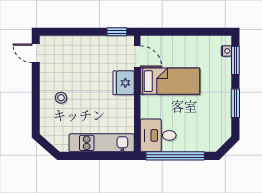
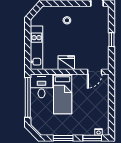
window: (117, 32) -> (112, 40), moved
bed: (170, 81) -> (63, 94), moved
fridge: (124, 83) -> (66, 63), moved

